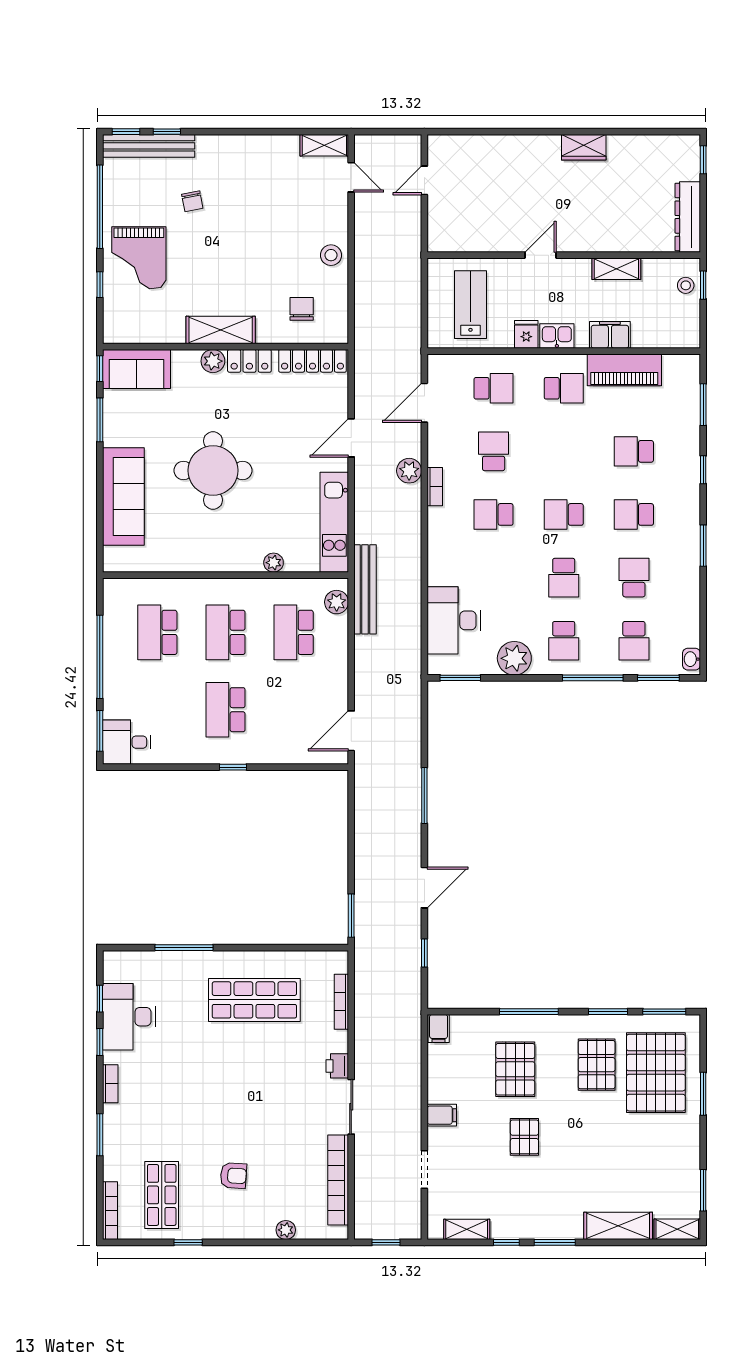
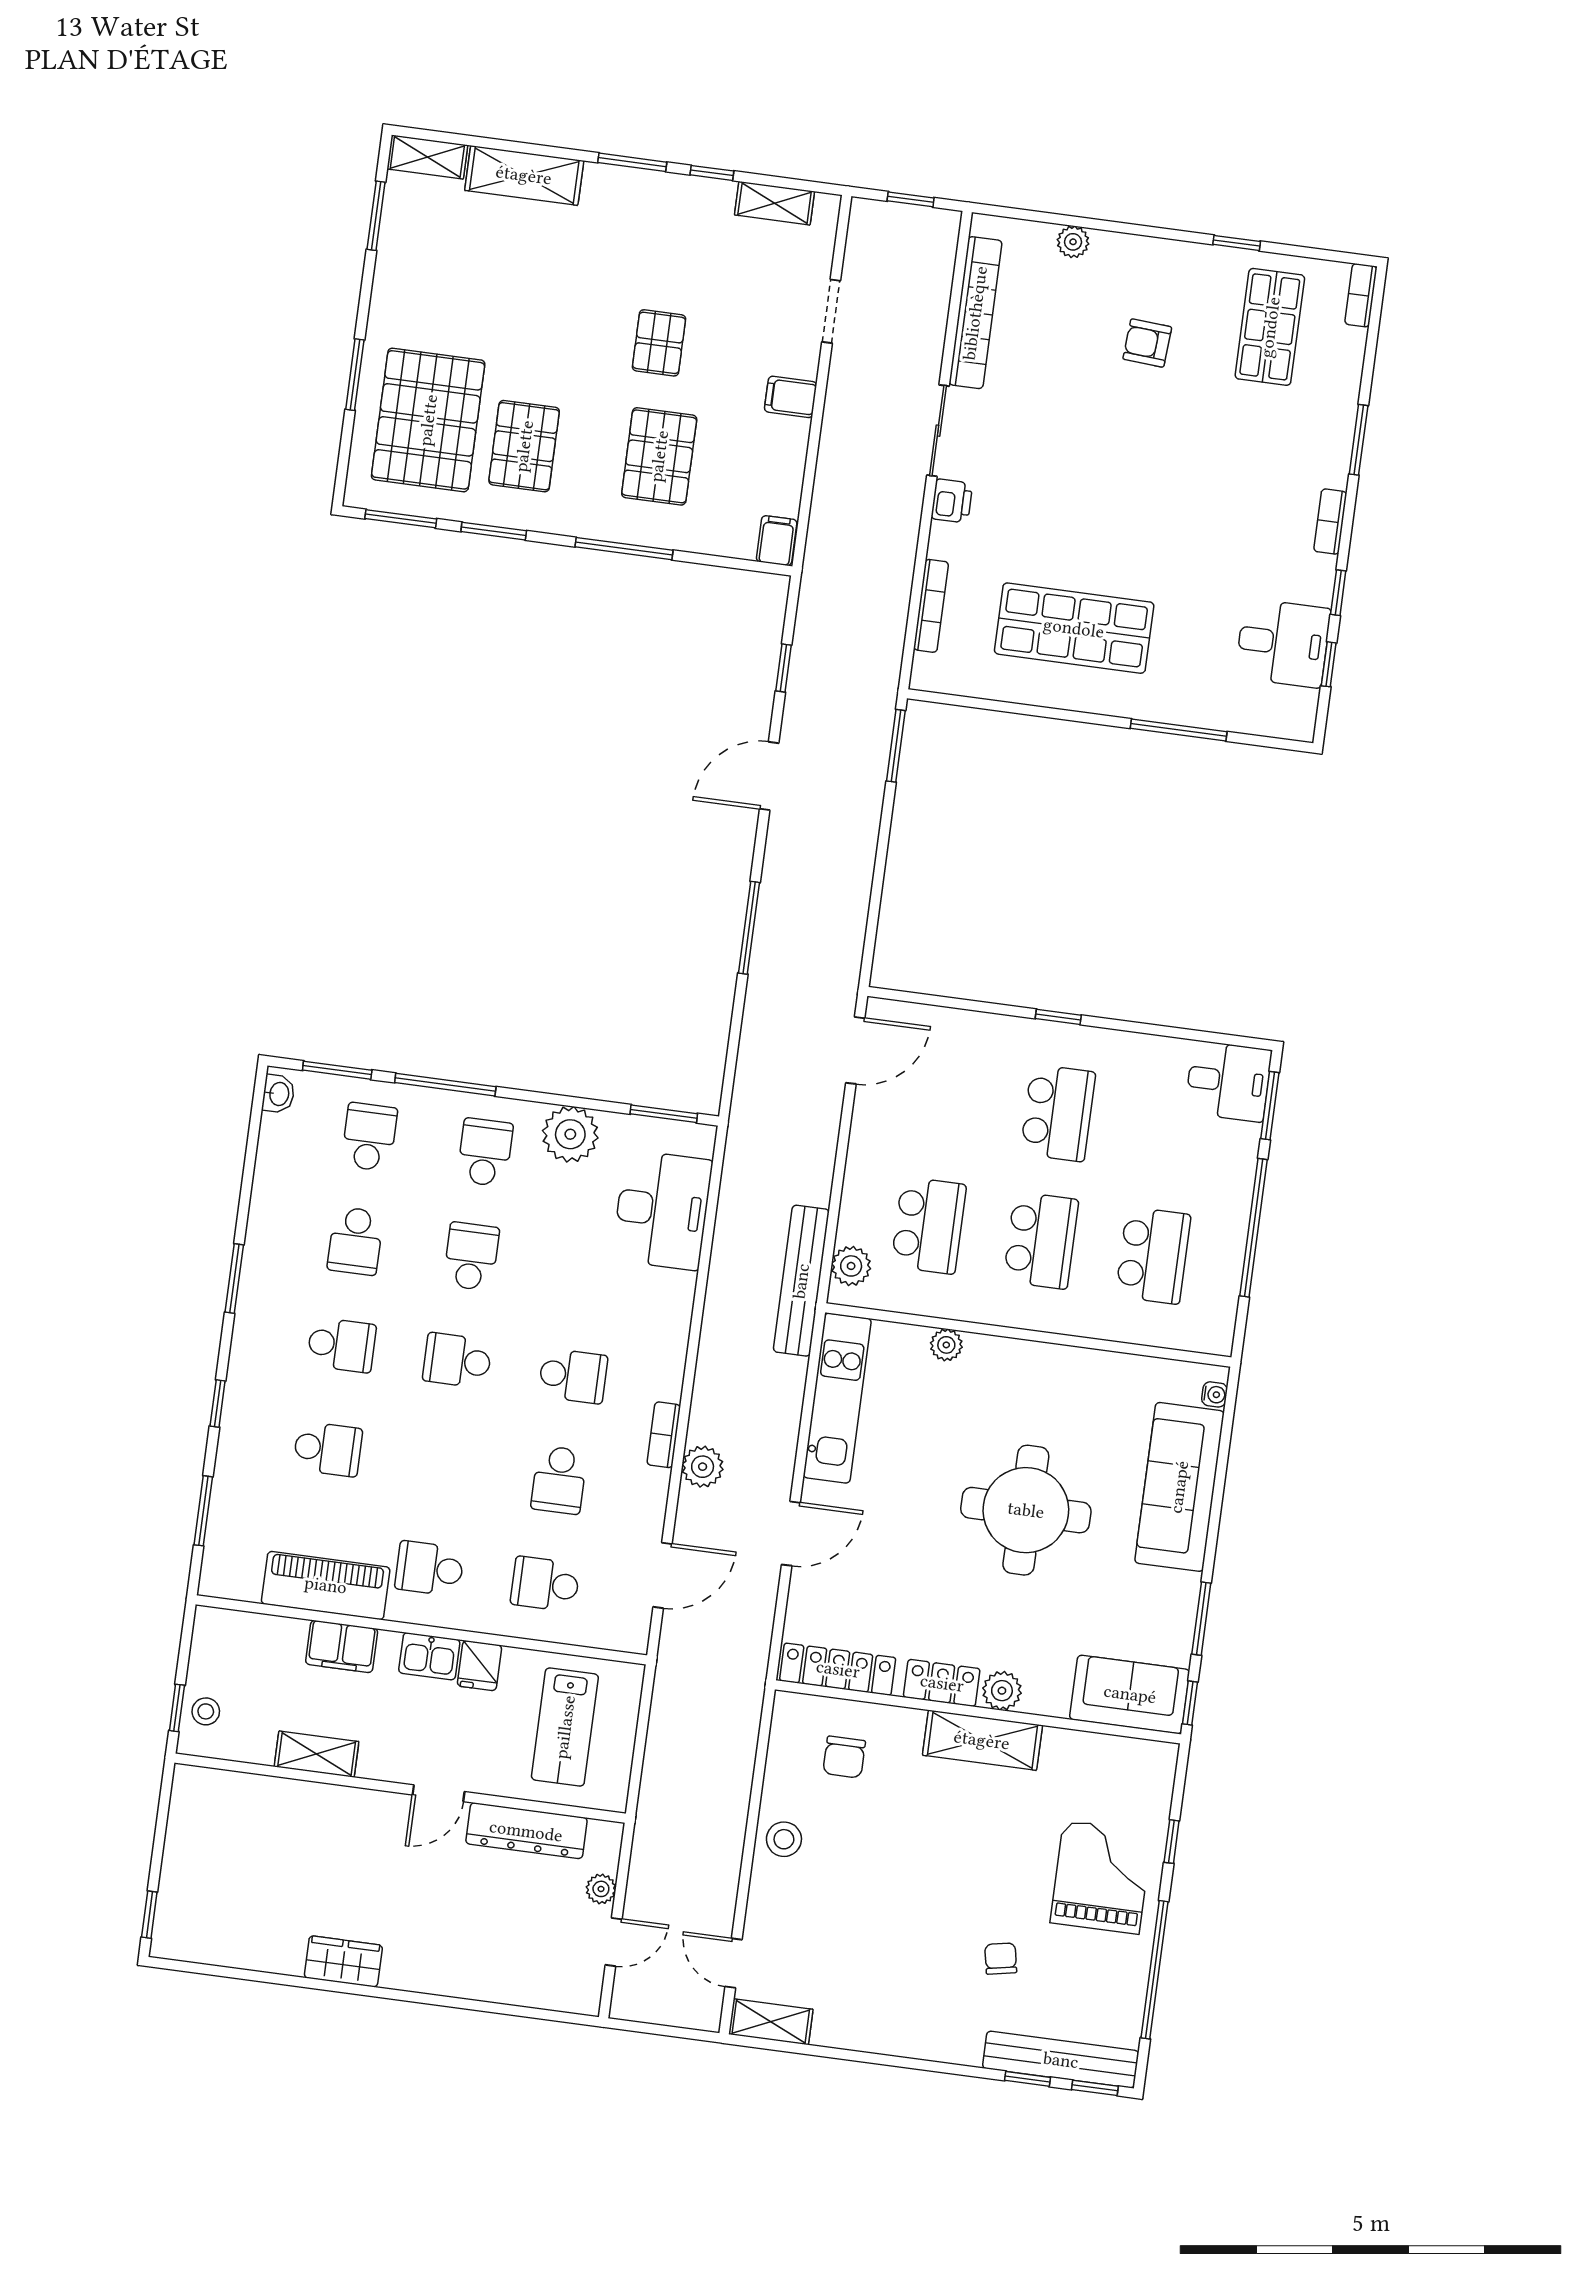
plant: (436, 211) -> (601, 1889), added
dresser: (688, 217) -> (526, 1831), moved, turned 90
school desk: (564, 514) -> (457, 1360), turned 180
water cooler: (110, 554) -> (1214, 1394), added
desk: (129, 1017) -> (1283, 643), width x0.73
bookcase: (110, 1211) -> (1361, 295), width x0.64

